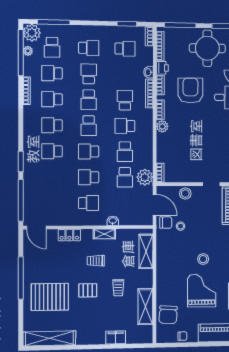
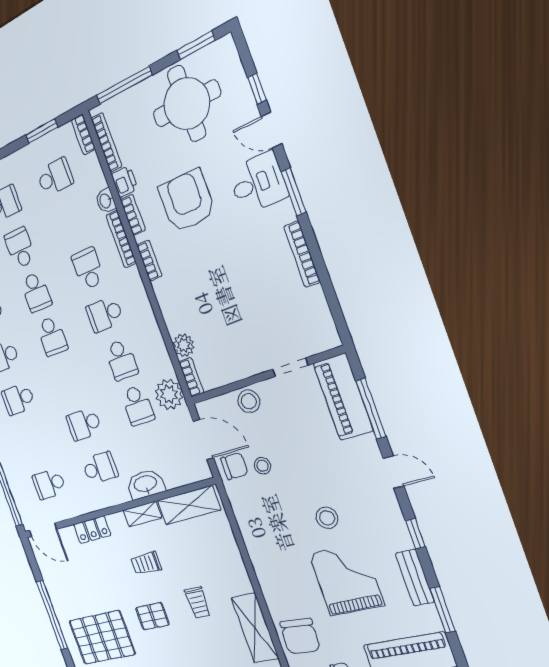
plant: (162, 126) -> (184, 345), moved
school desk: (89, 151) -> (49, 484), moved
washbasin: (113, 221) -> (145, 484), width x1.91, depth x1.45
shelving: (146, 251) -> (189, 505), moved, turned 90

